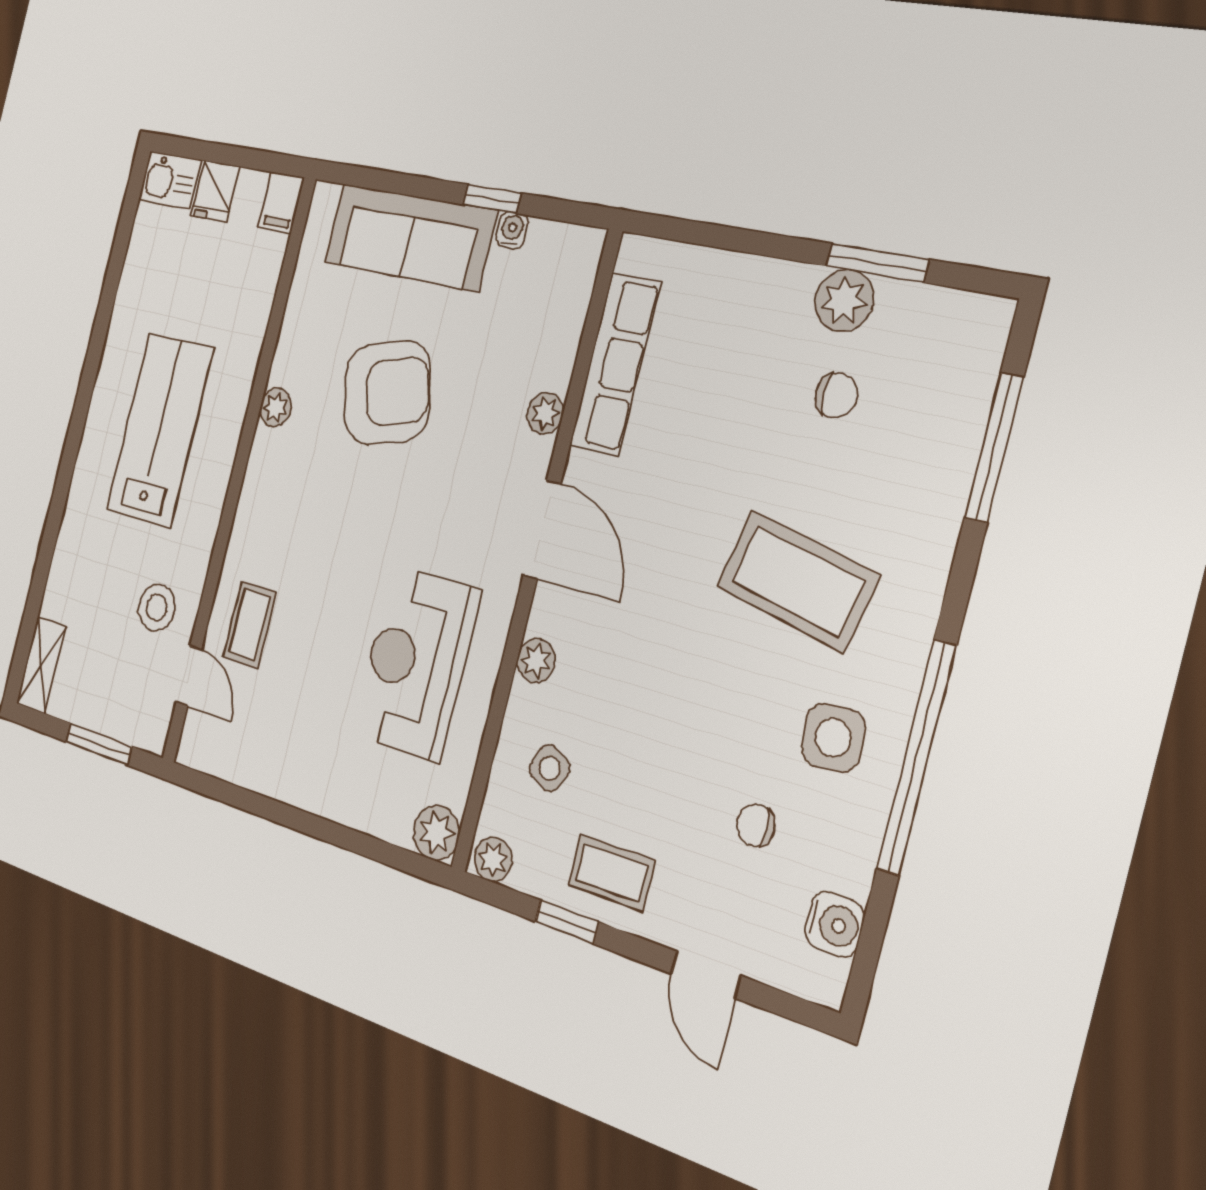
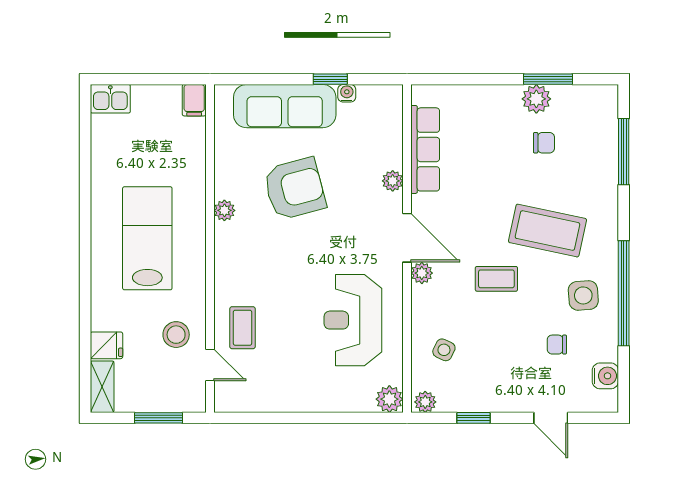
fridge: (215, 191) -> (107, 345), moved, turned -90
plant: (536, 661) -> (422, 273), moved
coffee table: (611, 873) -> (496, 279), moved

